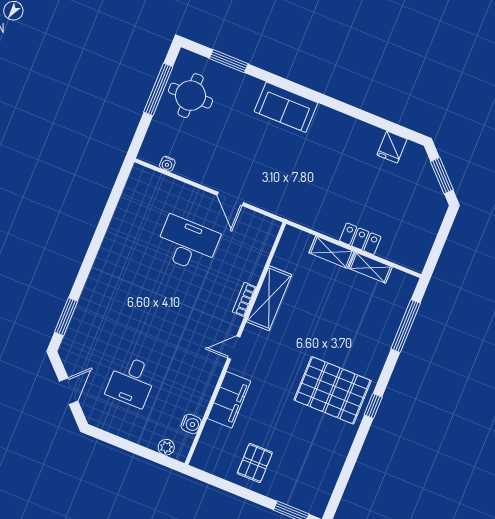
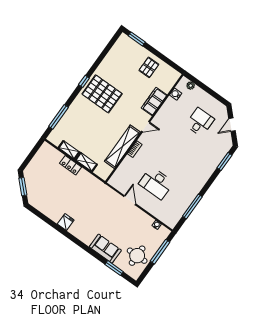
window: (158, 89) -> (160, 252), moved
sofa: (286, 107) -> (105, 249), moved
fridge: (392, 147) -> (66, 222), moved
window: (107, 216) -> (192, 207), added
shelving: (269, 298) -> (122, 147), width x1.47

